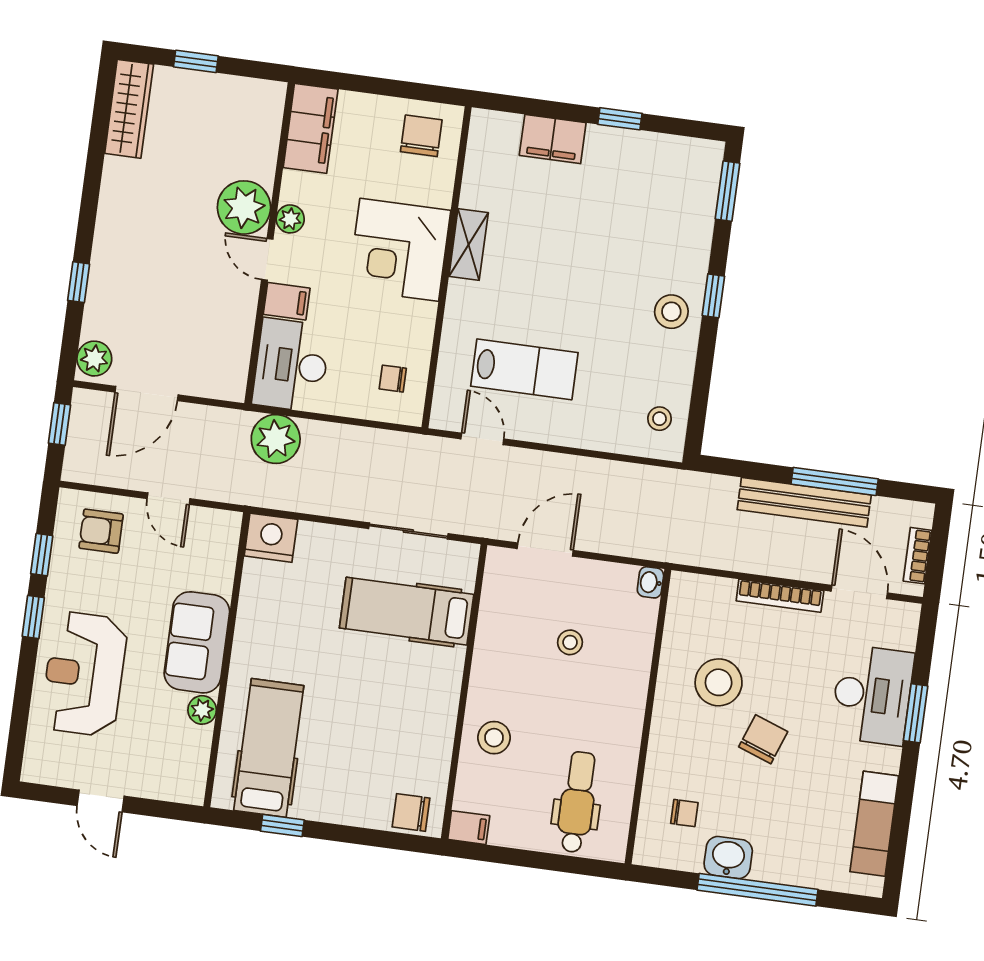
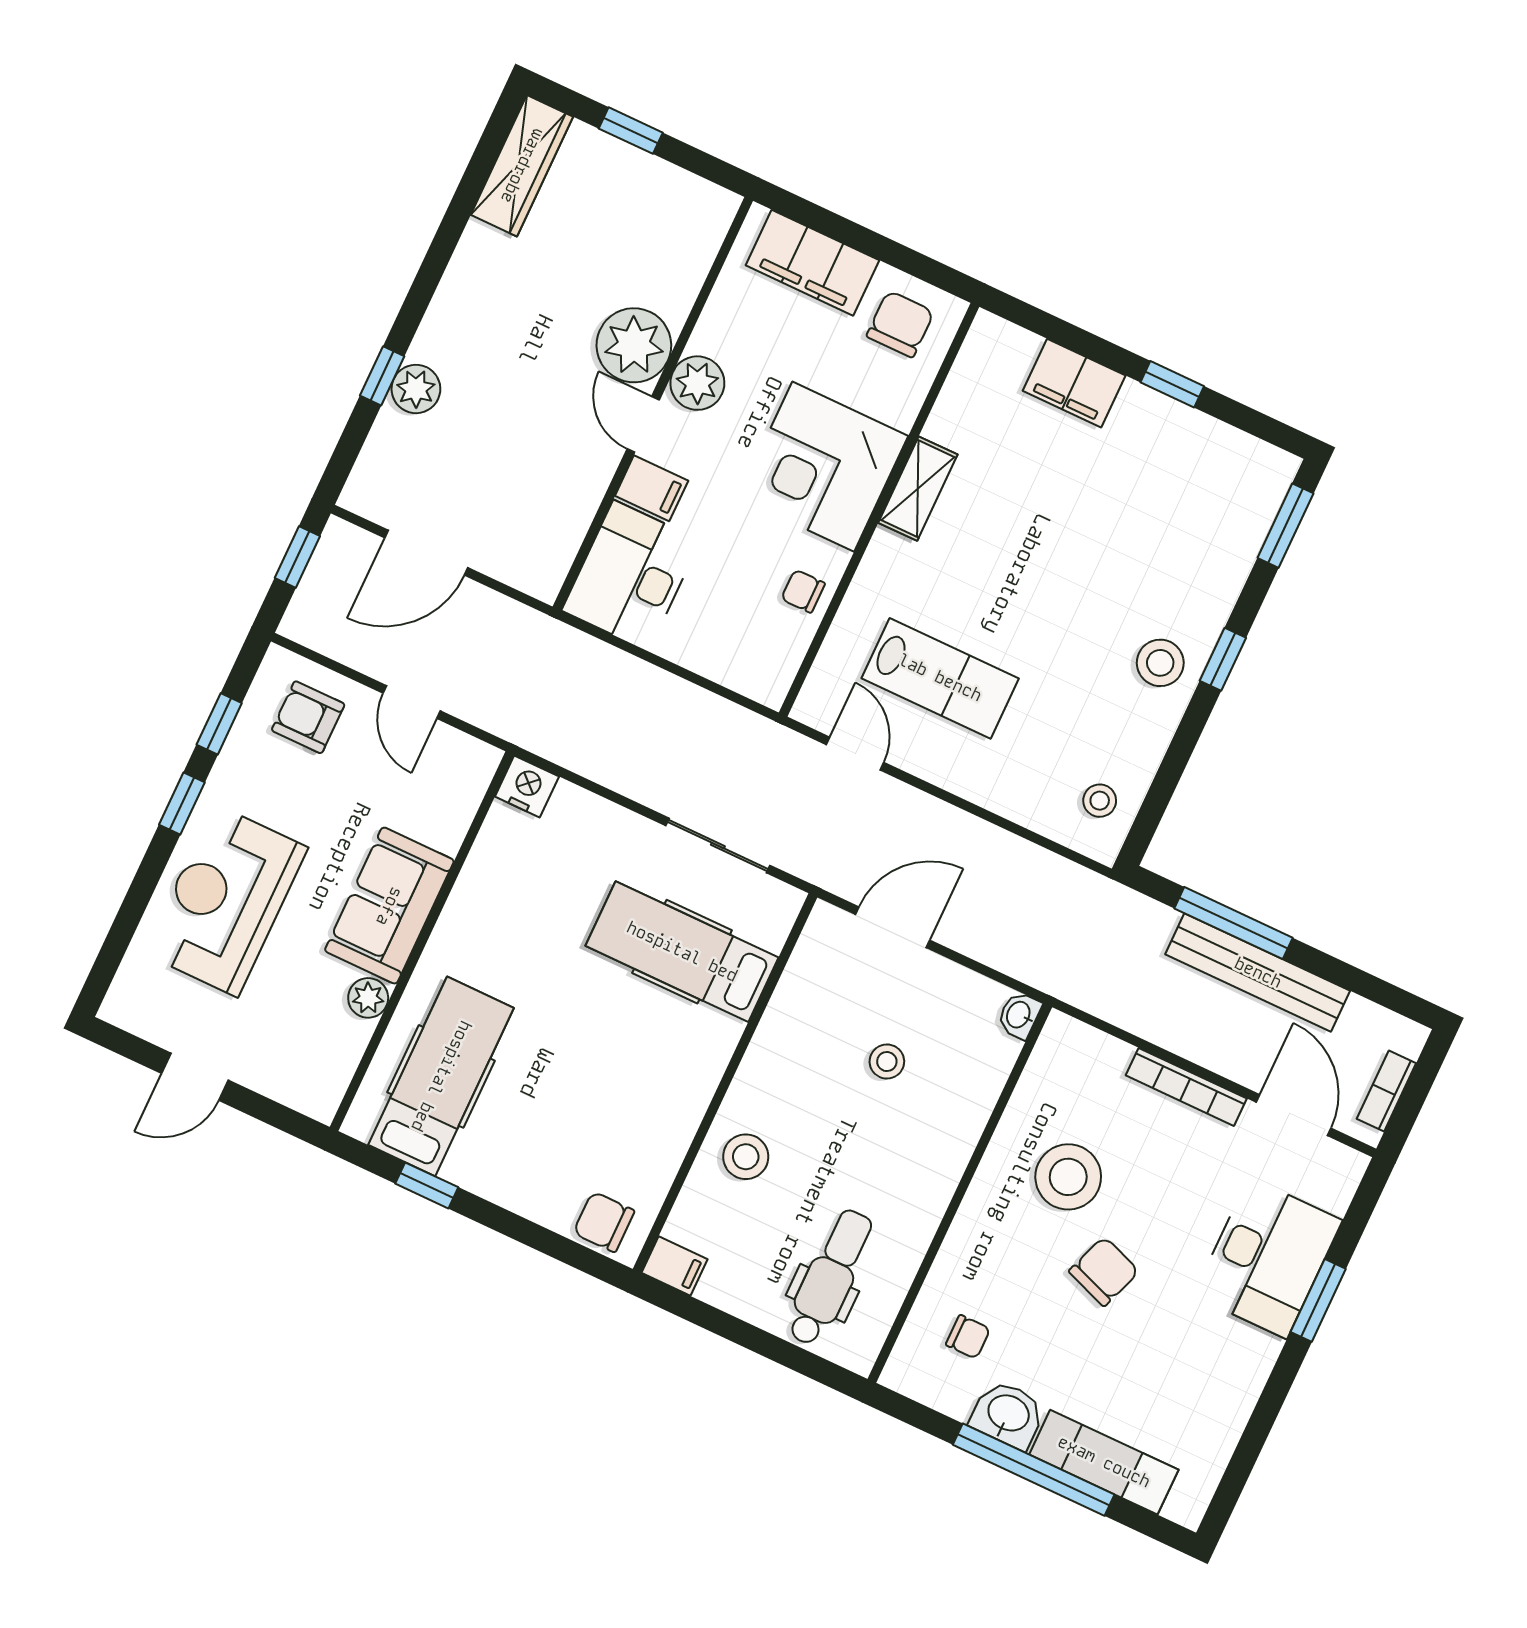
filing cabinet: (311, 128) -> (812, 263), moved, turned 90
plant: (290, 219) -> (697, 383), width x1.38, depth x1.38
plant: (94, 359) -> (416, 389), moved
chair: (393, 379) -> (803, 591), moved
plant: (276, 439) -> (579, 667), removed
window: (835, 481) -> (1234, 923), moved
nightstand: (271, 538) -> (527, 786), width x0.74, depth x0.75
door: (101, 801) -> (195, 1077), hinge flipped
exam couch: (874, 824) -> (1104, 1462), moved, turned 90

